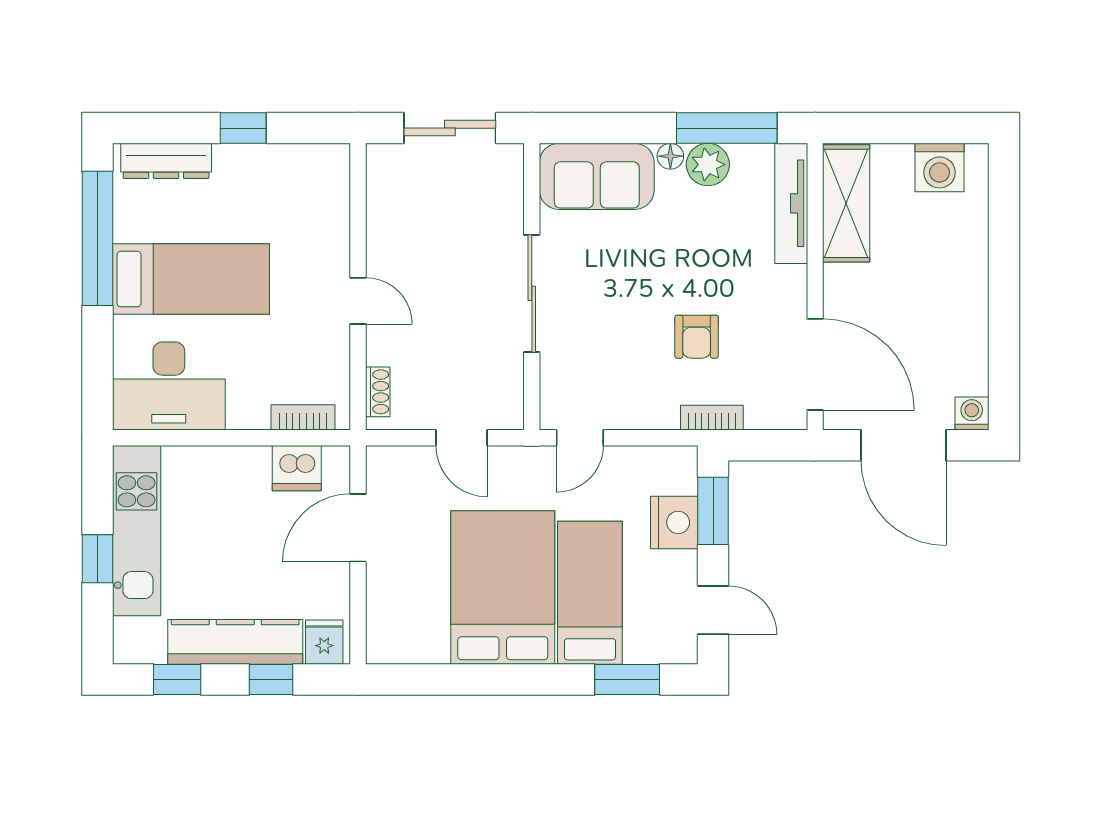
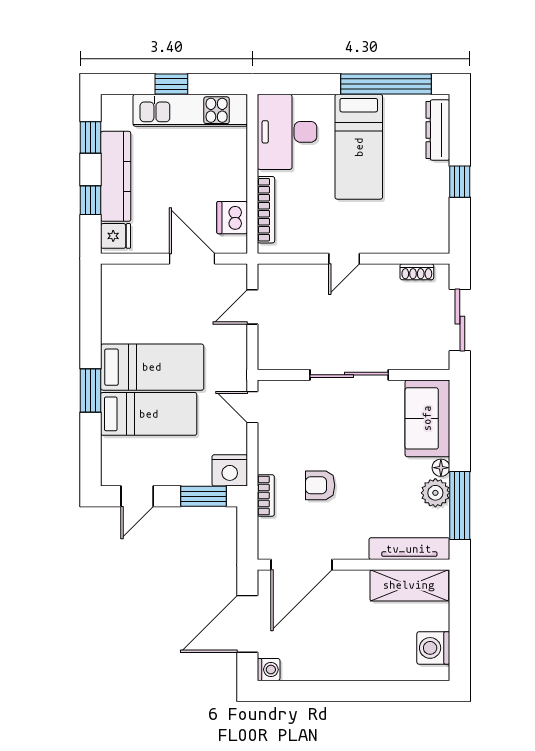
shoe rack: (378, 392) -> (417, 272), moved
bookcase: (303, 417) -> (266, 210), width x1.56
door: (461, 438) -> (252, 307), moved
nightstand: (674, 522) -> (230, 470), moved
bed: (503, 588) -> (152, 367), width x0.67
window: (627, 679) -> (91, 390), moved

